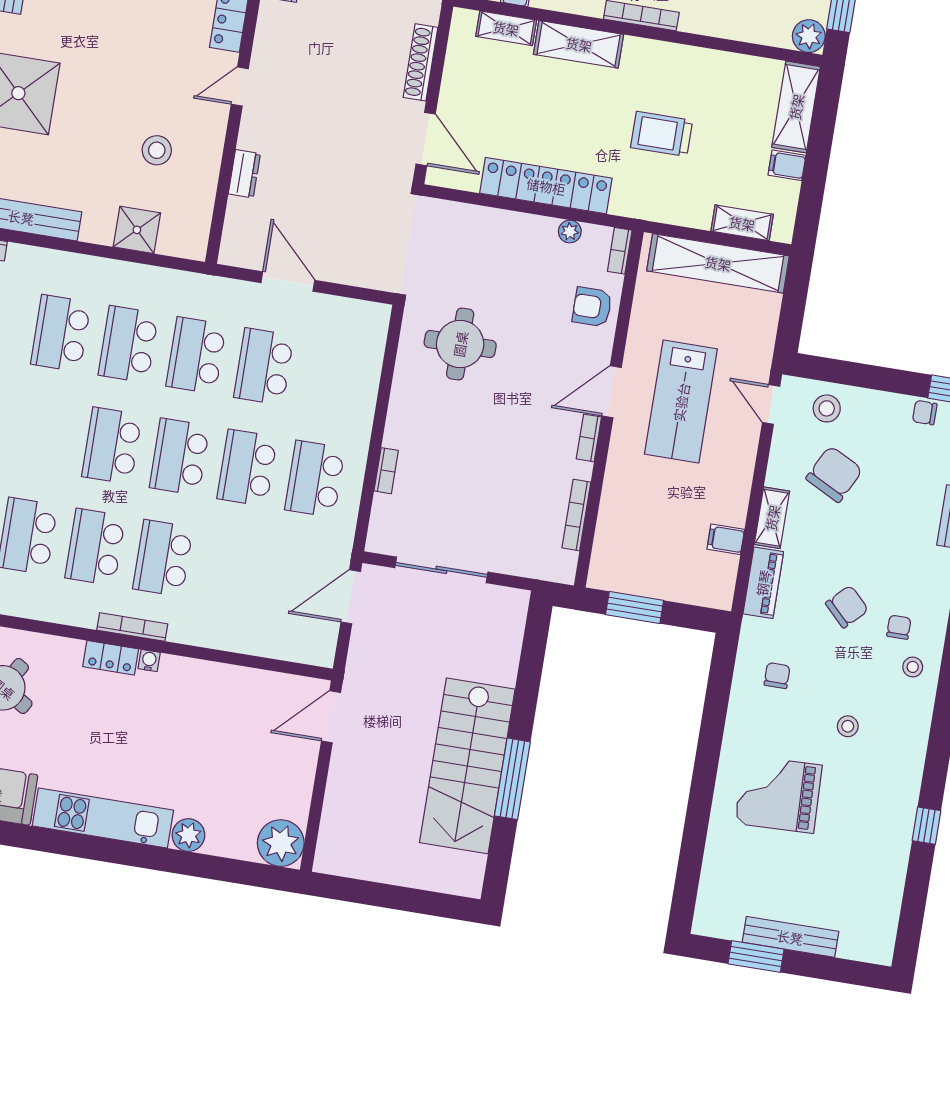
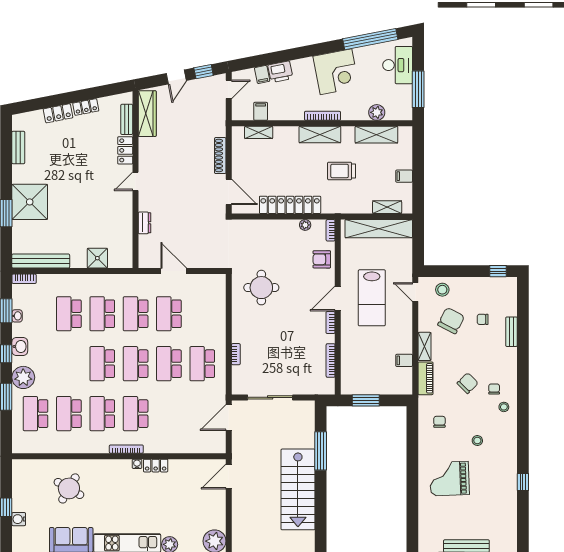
plant: (809, 36) -> (377, 112), moved
shelving: (579, 44) -> (320, 134), moved
shelving: (796, 107) -> (376, 135), moved, turned 90
stool: (157, 150) -> (101, 218), removed
chair: (925, 413) -> (483, 319), moved
locker: (111, 658) -> (156, 466), moved
window: (512, 779) -> (321, 451), moved

